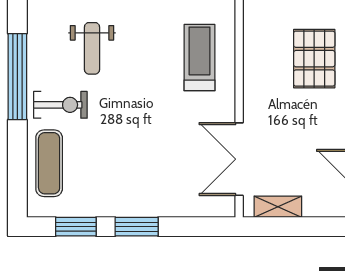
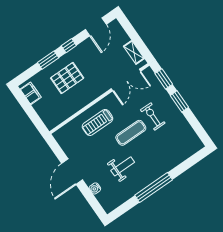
exercise bike: (60, 105) -> (153, 116), moved
exercise mat: (49, 163) -> (131, 133), moved
window: (76, 227) -> (164, 79), moved

